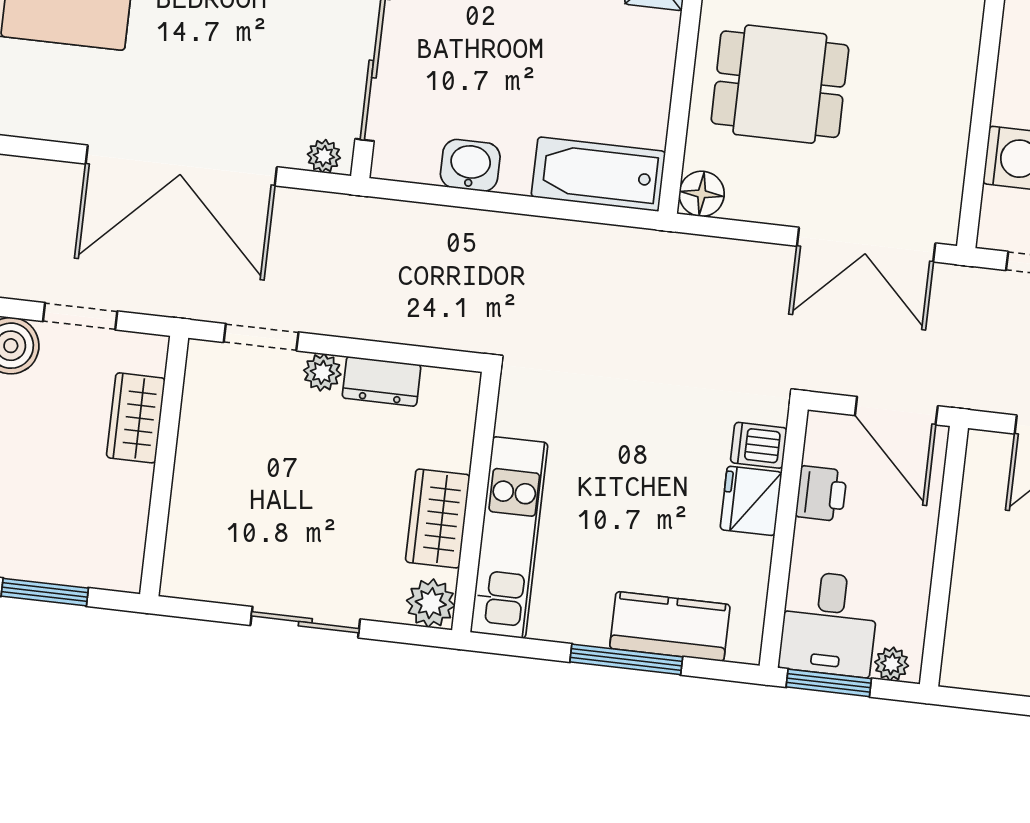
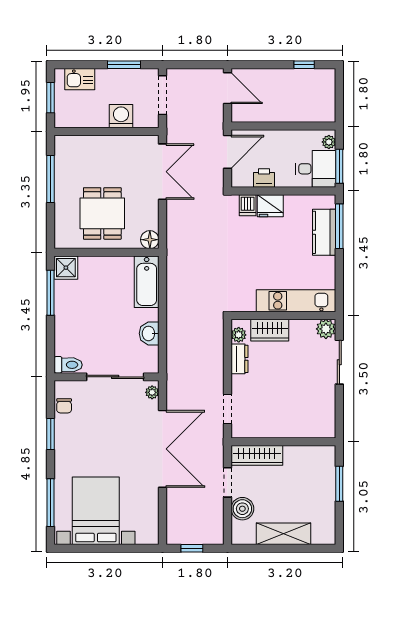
plant: (322, 372) -> (239, 335), moved
wardrobe: (136, 418) -> (257, 455), width x1.50
wardrobe: (438, 518) -> (270, 330), moved
sliding door: (305, 622) -> (339, 362), moved
window: (626, 659) -> (339, 226), moved

